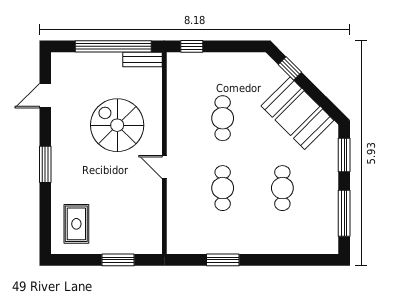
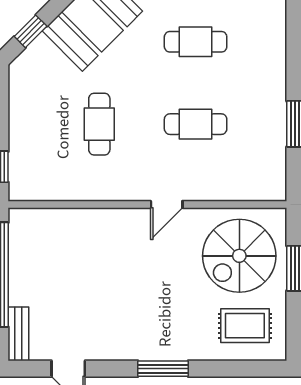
bench: (142, 60) -> (18, 334), moved
cafe table: (223, 118) -> (99, 124), turned 90
spiral stairs: (117, 125) -> (239, 256), moved

